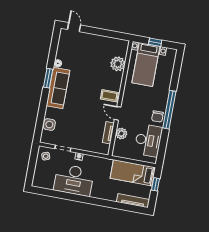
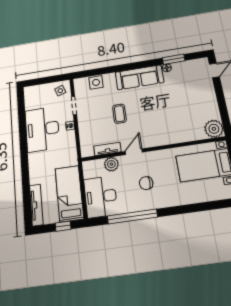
plant: (118, 64) -> (214, 129), moved
window: (48, 78) -> (174, 59), moved
coffee table: (109, 96) -> (119, 114), moved
window: (169, 110) -> (132, 217), moved
chair: (157, 116) -> (146, 183), moved
desk: (148, 140) -> (101, 197), moved, turned 90

